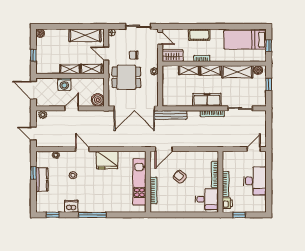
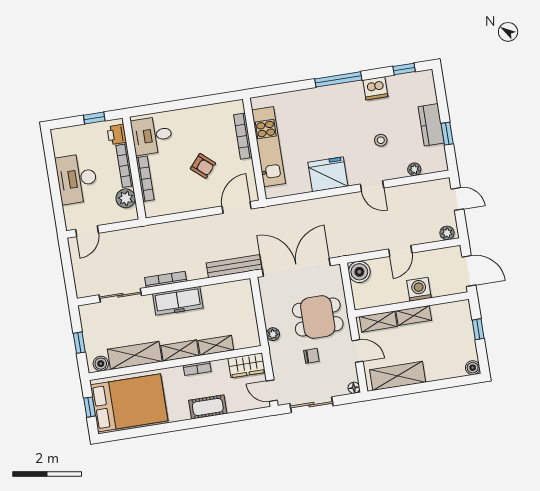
bed: (245, 40) -> (129, 403), width x1.50
plant: (228, 165) -> (126, 198), added

